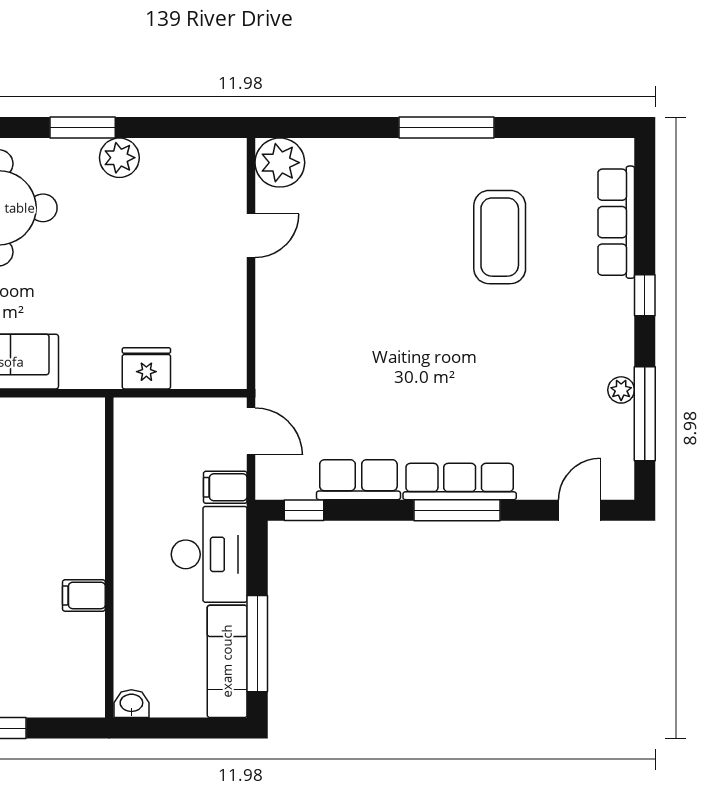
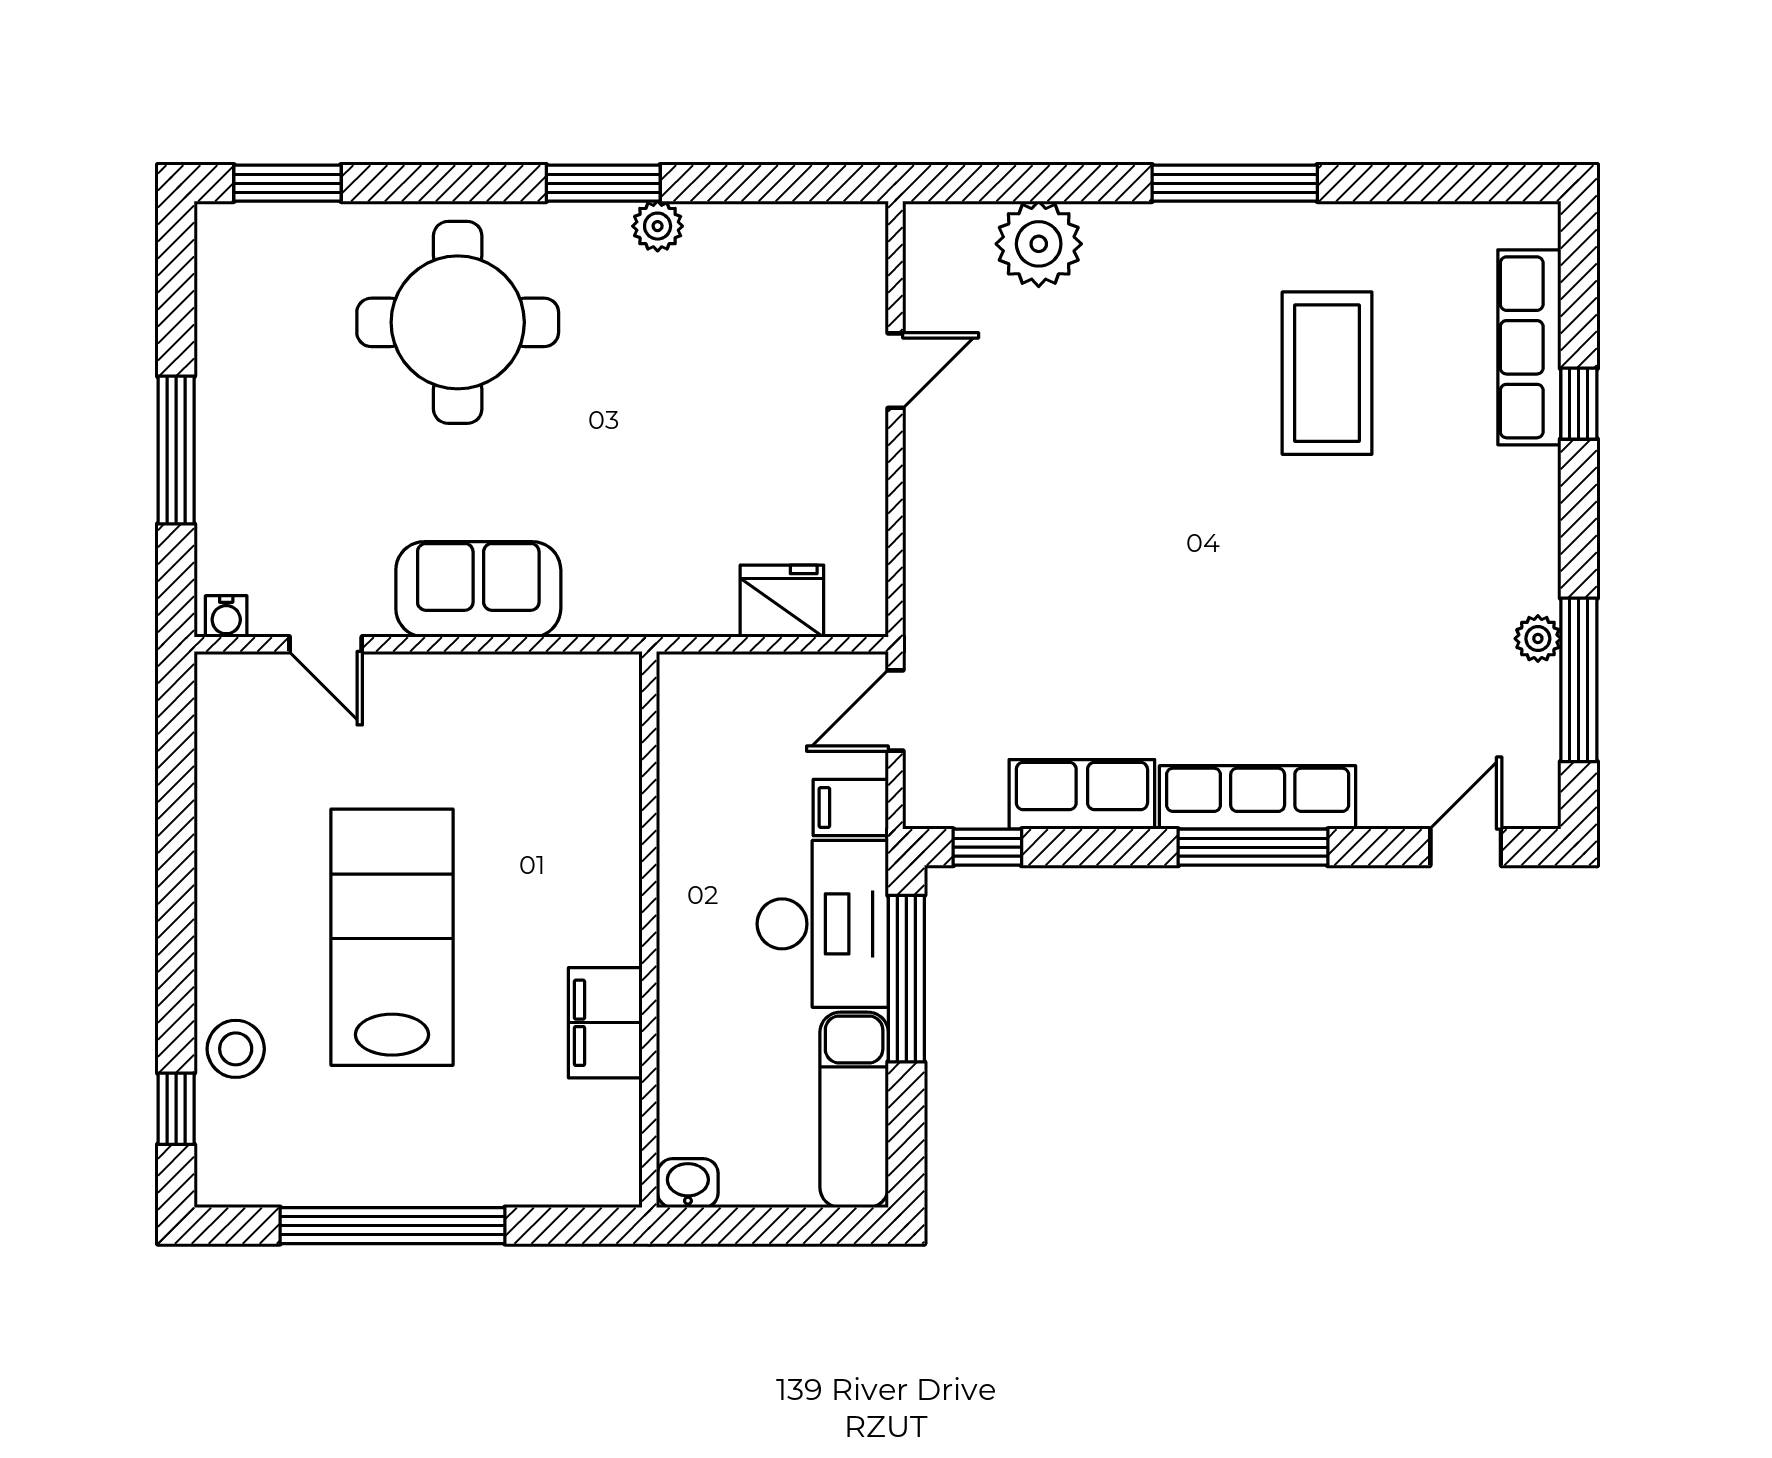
plant: (119, 158) -> (658, 226), width x0.73, depth x0.73
plant: (280, 163) -> (1039, 244), moved
window: (645, 295) -> (1579, 404), moved
fridge: (146, 368) -> (782, 601), moved
door: (251, 431) -> (895, 710), swing flipped
filing cabinet: (84, 595) -> (605, 1023), width x2.00
window: (257, 644) -> (906, 979), moved

